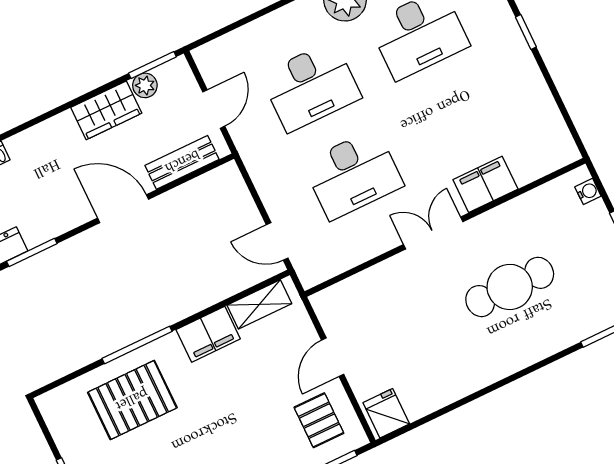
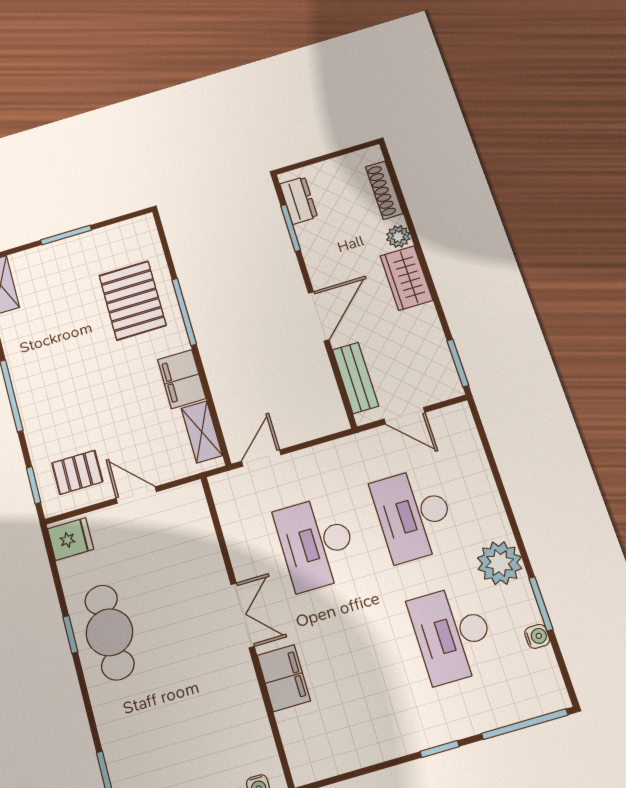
plant: (145, 85) -> (398, 236), moved
wardrobe: (106, 110) -> (406, 278), moved
cafe table: (510, 287) -> (109, 632), moved
window: (478, 394) -> (70, 634), added

